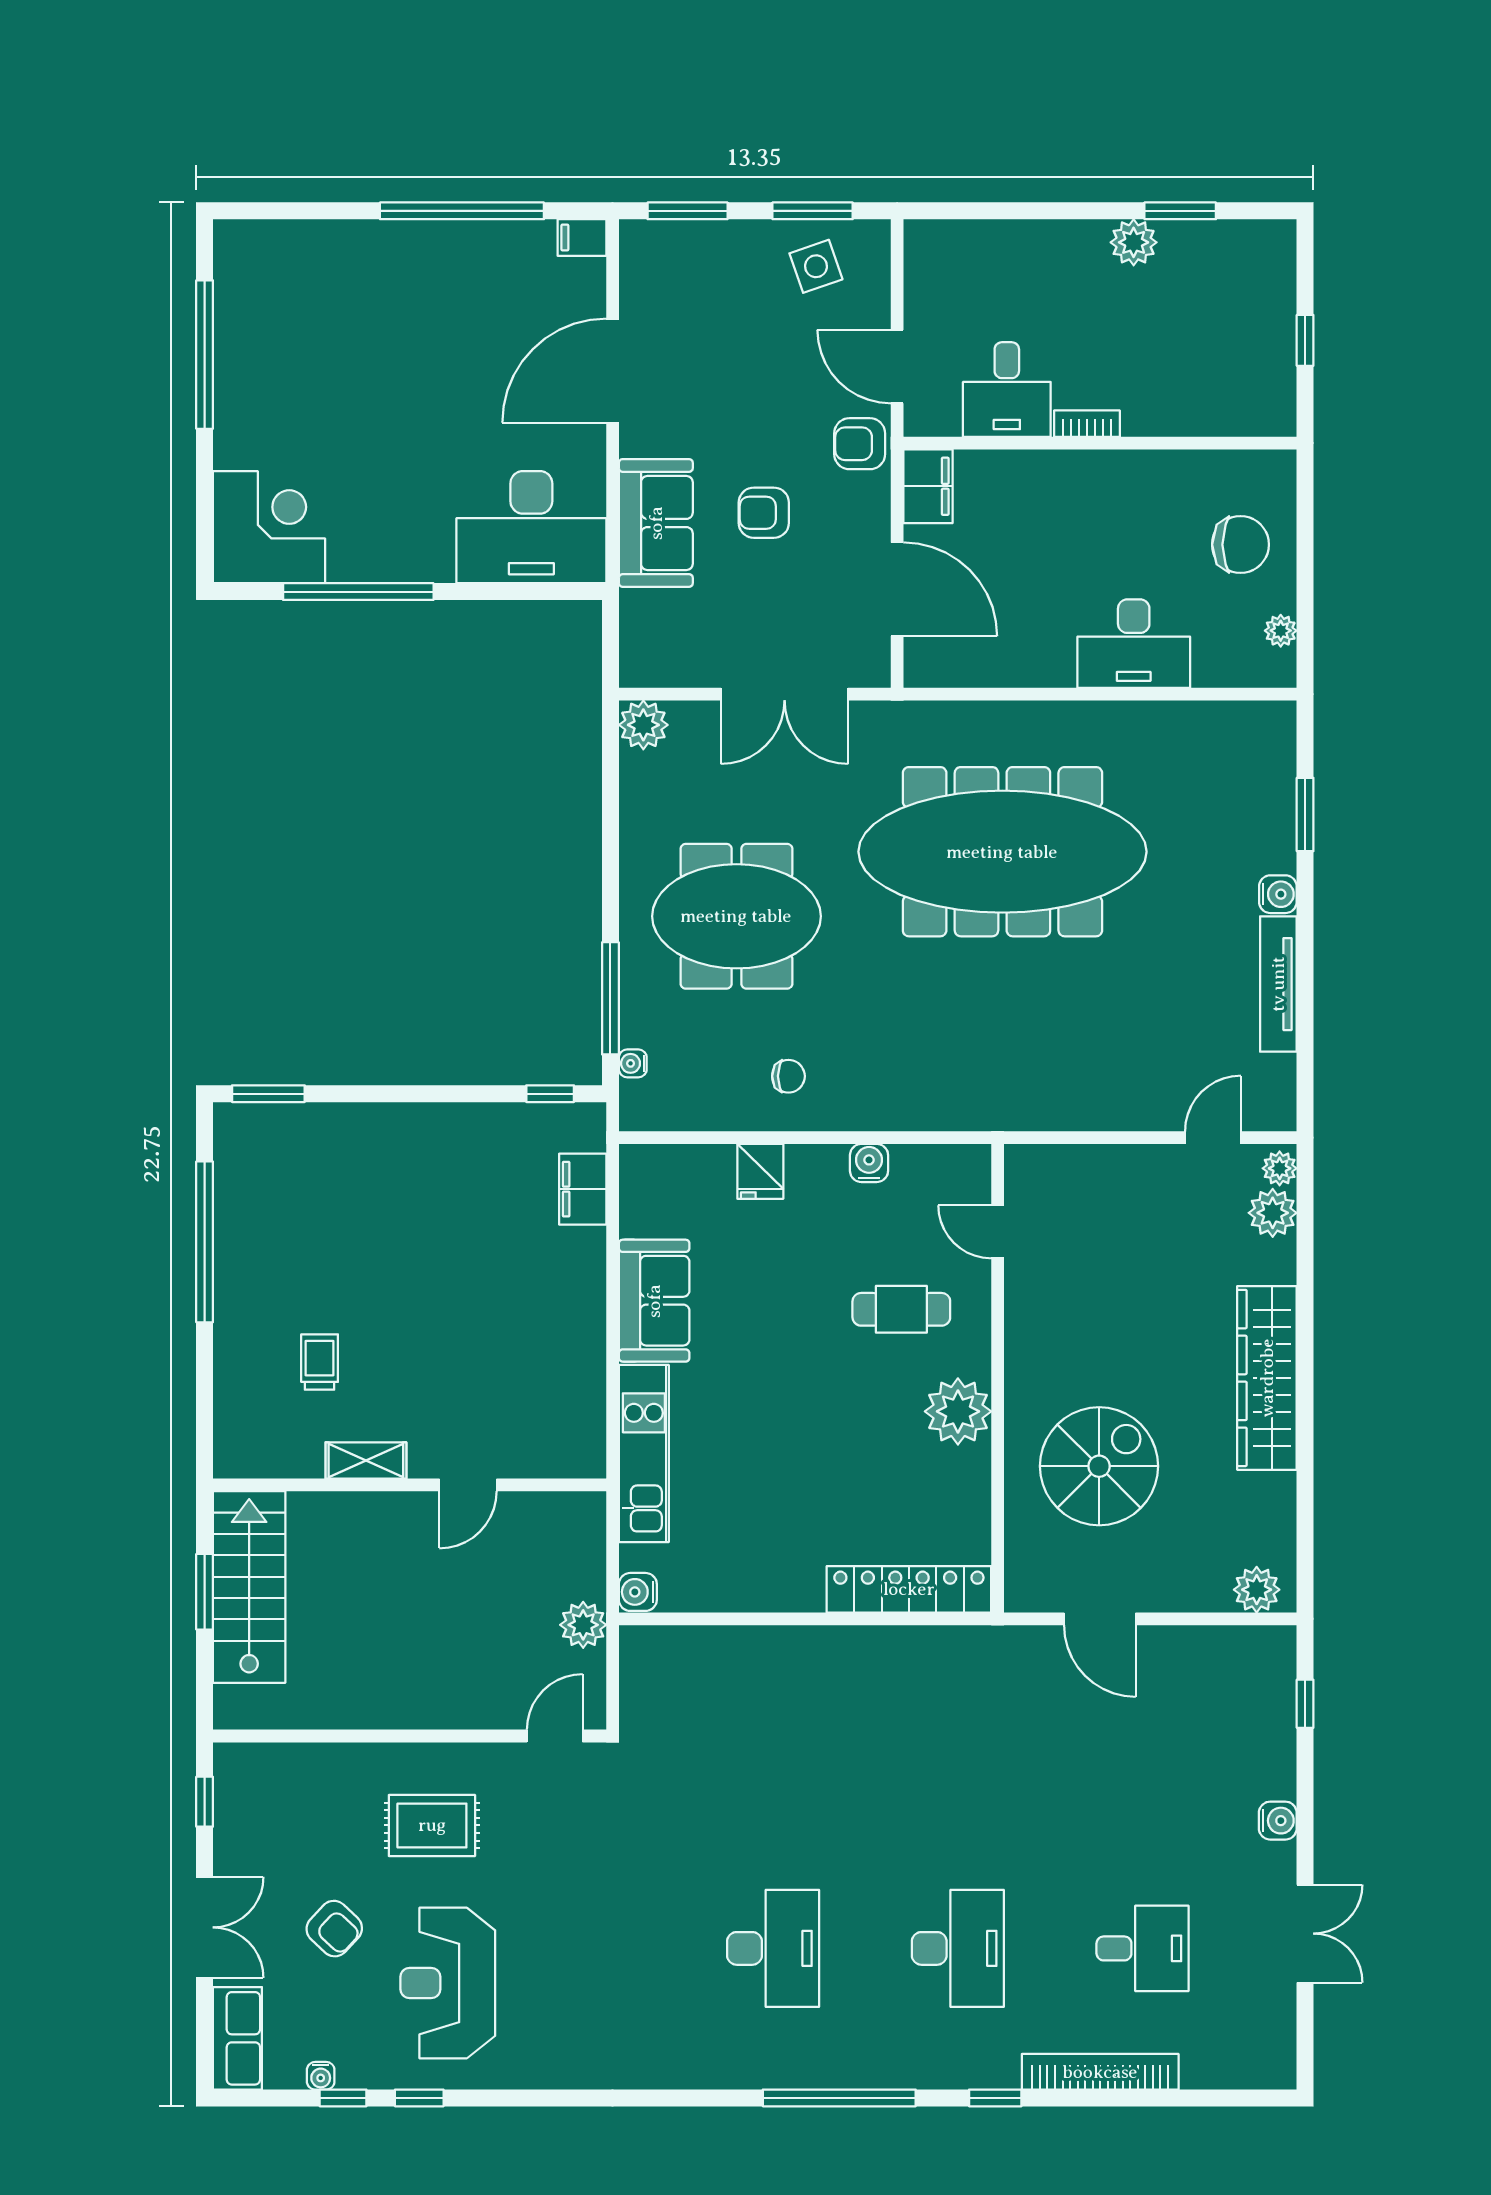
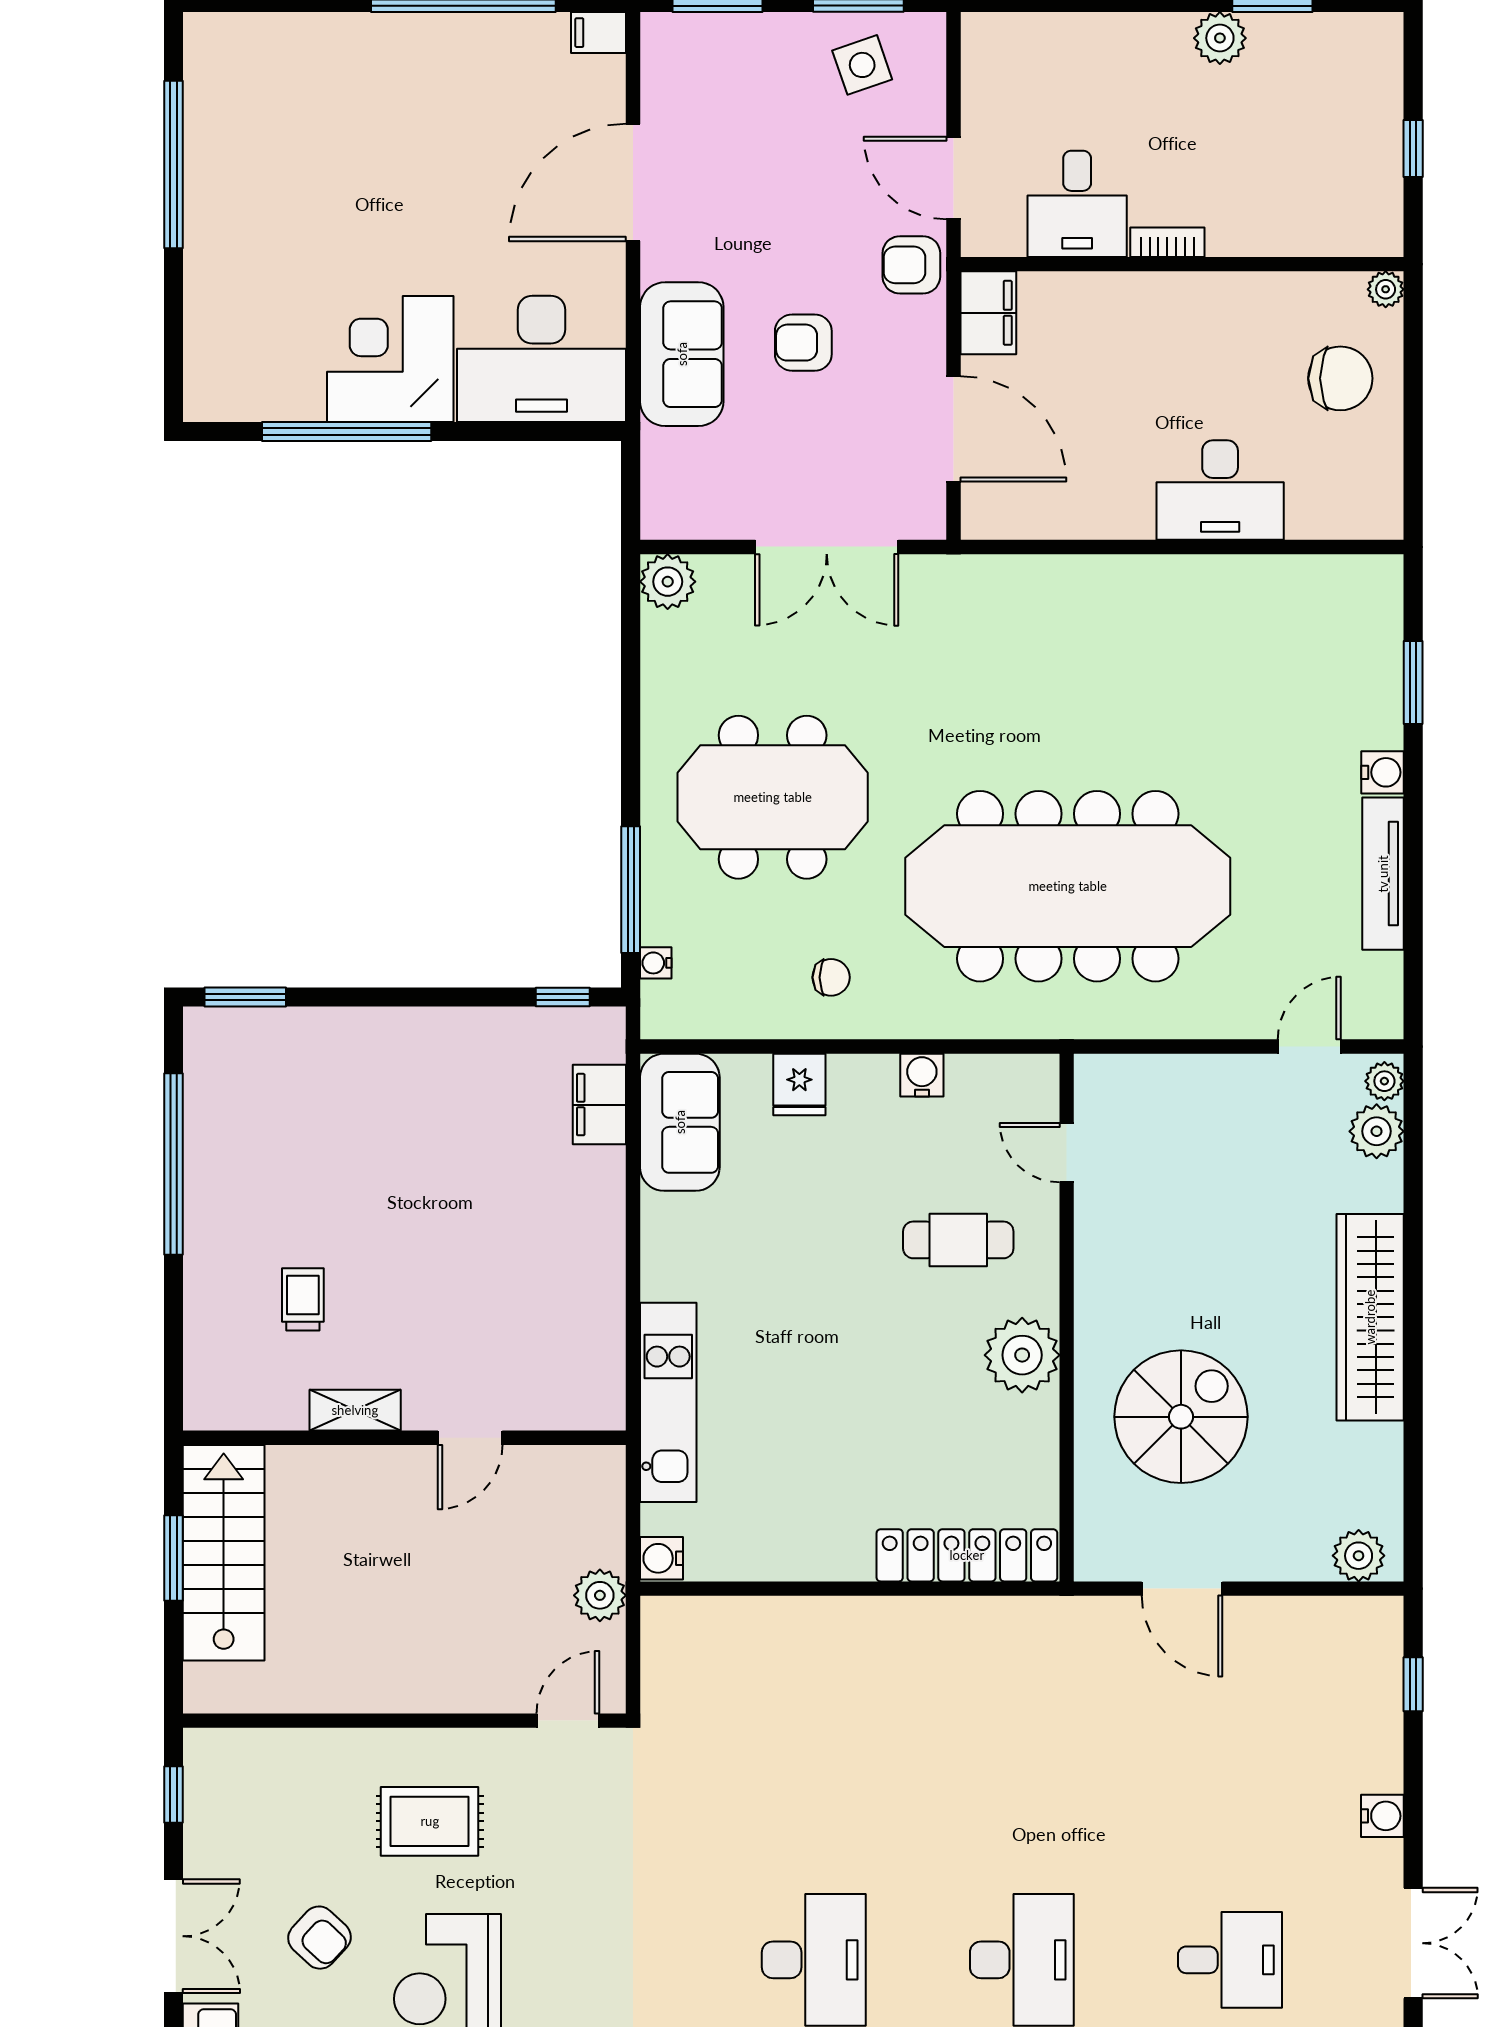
corner desk: (269, 527) -> (390, 359), moved, turned -90
plant: (1281, 631) -> (1386, 289), moved
meeting table: (1002, 852) -> (1068, 886), moved
sofa: (654, 1301) -> (680, 1122), moved

